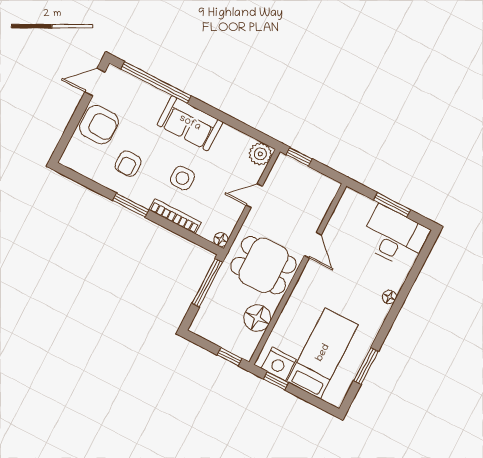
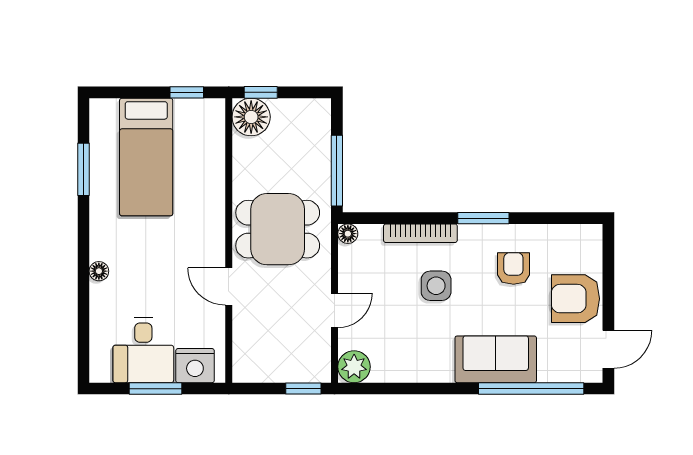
sofa: (190, 123) -> (496, 359), moved
desk: (394, 237) -> (143, 350), width x0.73
floor lamp: (257, 318) -> (251, 117), moved
nightstand: (279, 364) -> (195, 366), moved, turned 180

